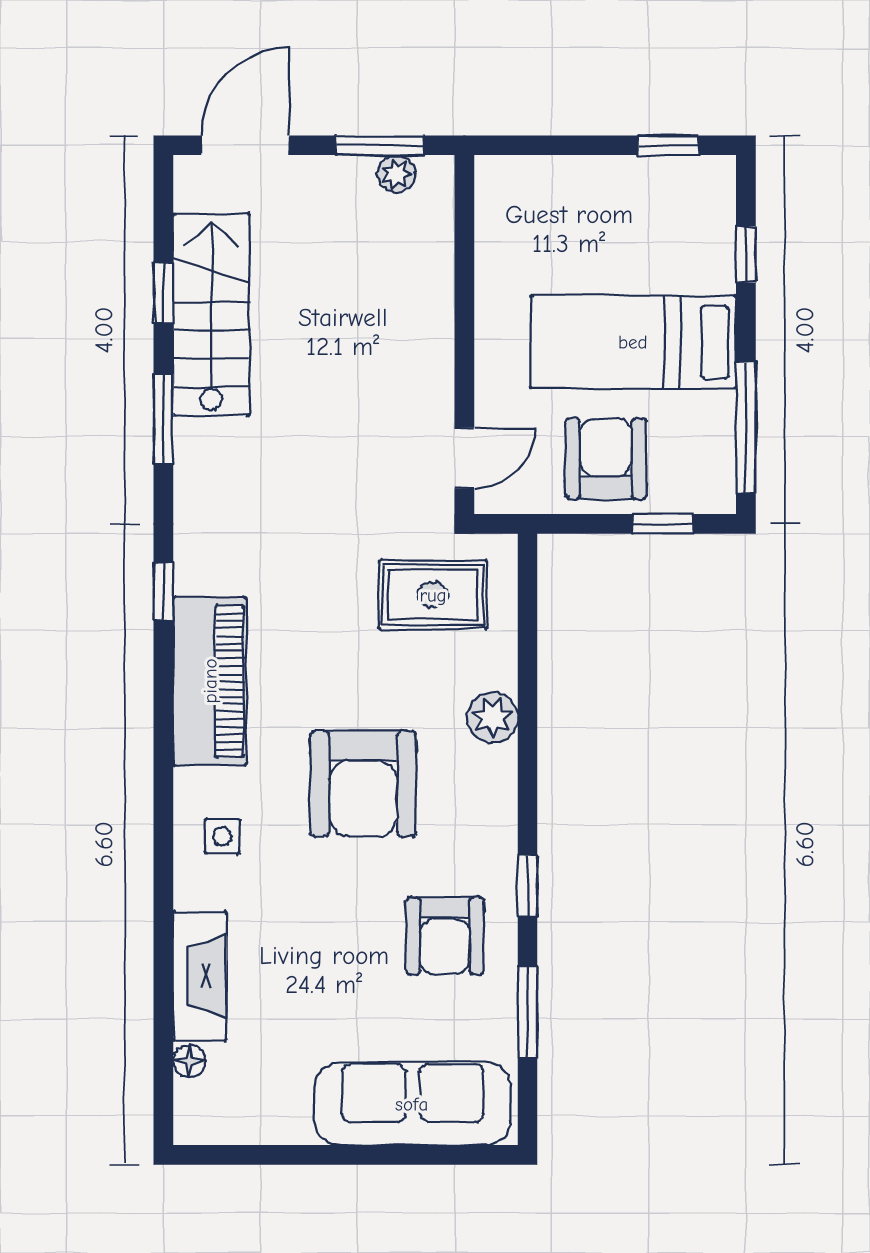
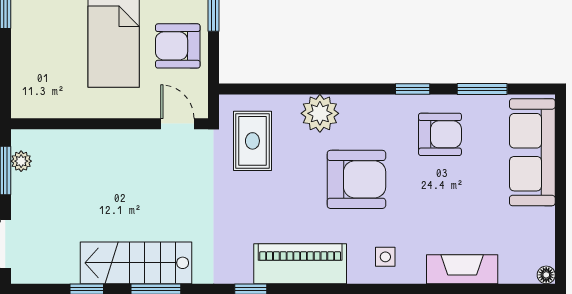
stairs: (211, 315) -> (136, 263), moved
plant: (492, 717) -> (320, 113), width x1.36, depth x1.36
floor lamp: (189, 1061) -> (546, 275), moved

